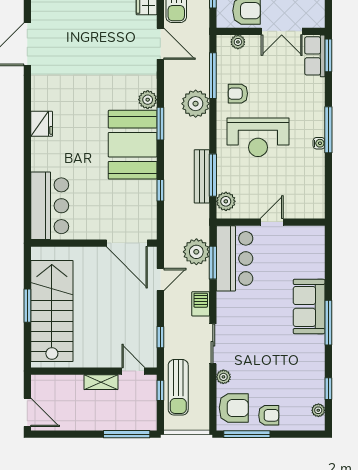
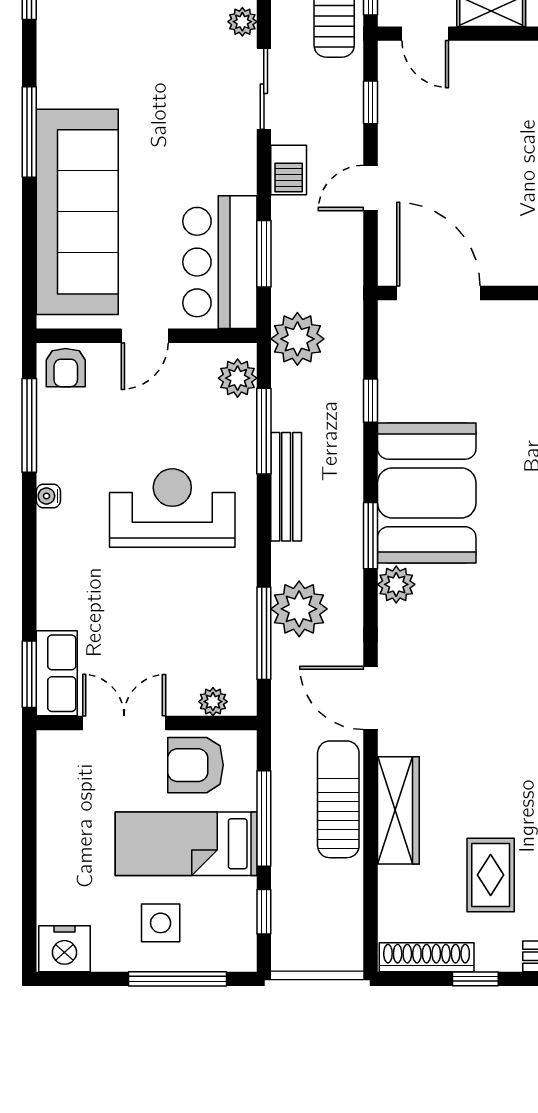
armchair: (238, 94) -> (66, 368), moved, turned 90
plant: (196, 104) -> (299, 609), moved
window: (328, 130) -> (29, 425), moved
bench: (202, 176) -> (286, 487), moved
plant: (196, 252) -> (297, 339), moved
door: (160, 279) -> (370, 188), moved
sofa: (309, 306) -> (77, 212), width x1.85, depth x1.27

